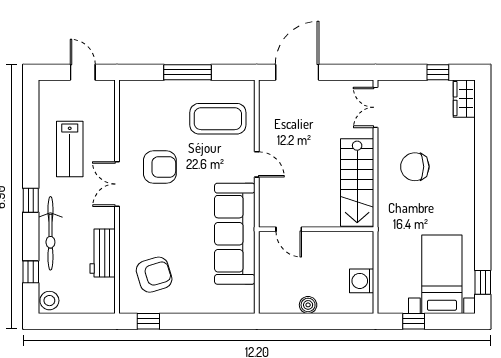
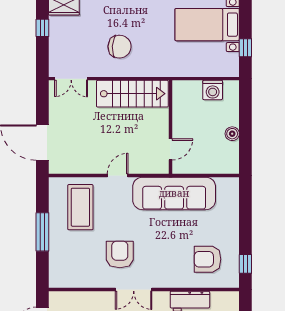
chair: (415, 167) -> (120, 47), turned -87
armchair: (154, 275) -> (207, 259), turned -73

